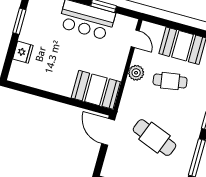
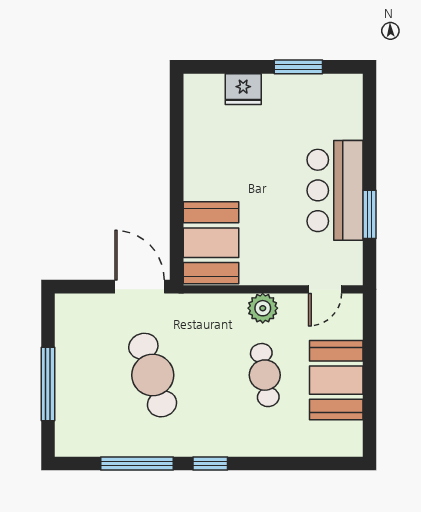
door: (108, 132) -> (140, 287), hinge flipped
cafe table: (154, 138) -> (153, 375), turned -39

